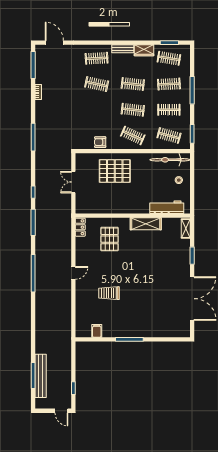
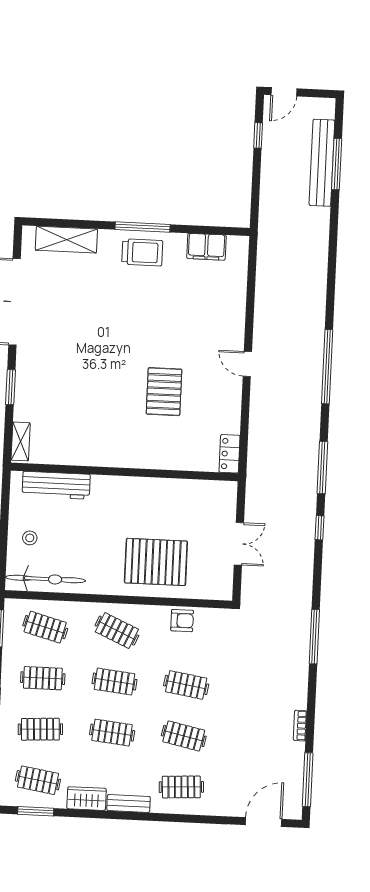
door: (54, 43) -> (264, 822), swing flipped
clothes rail: (97, 110) -> (186, 685), added
shelving: (146, 224) -> (66, 240), moved
pallet: (110, 239) -> (164, 392), moved
door: (73, 273) -> (247, 364), hinge flipped
trolley: (109, 293) -> (142, 252), moved
filing cabinet: (97, 331) -> (206, 247), width x2.00
door: (61, 411) -> (284, 92), swing flipped

